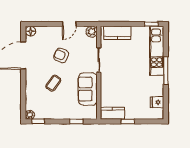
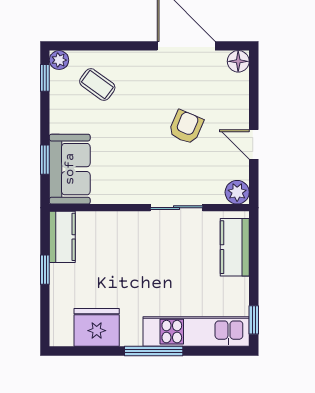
coffee table: (53, 83) -> (97, 85), moved
sofa: (88, 89) -> (70, 169), moved, turned 90
fridge: (157, 102) -> (97, 327), width x1.88, depth x1.34

